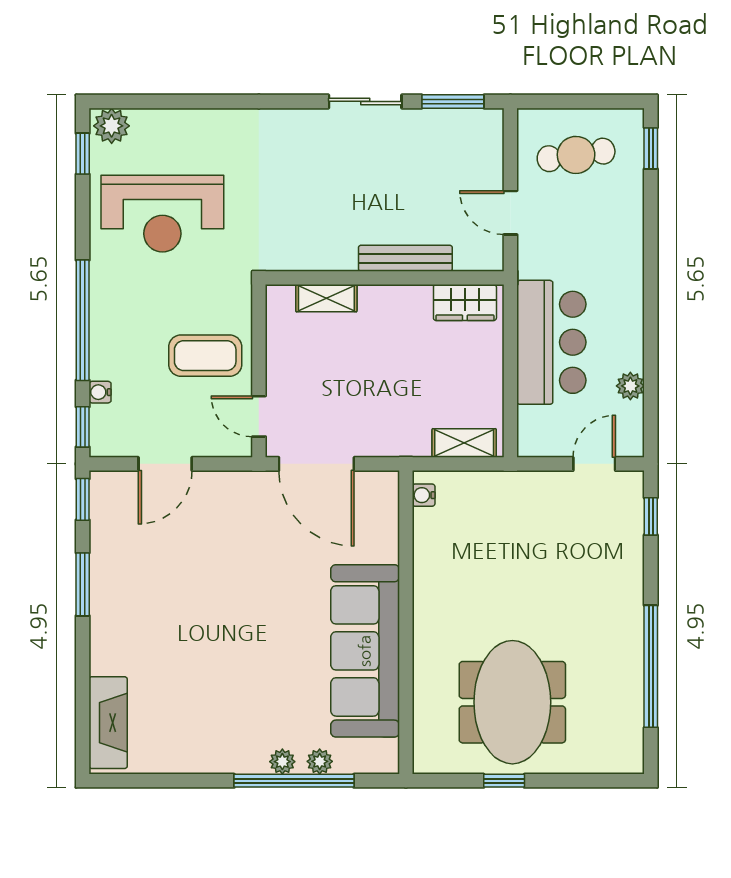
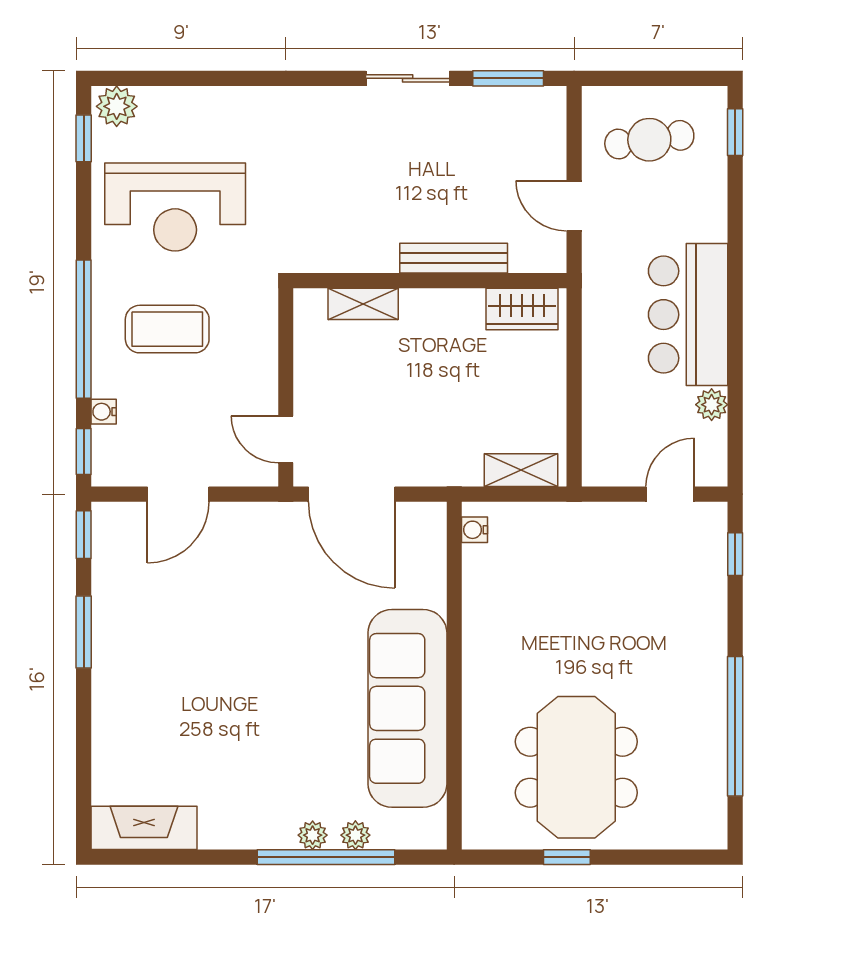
bar counter: (551, 342) -> (688, 315), moved, turned 180
coffee table: (205, 356) -> (167, 329), moved
fireplace: (108, 723) -> (144, 828), moved, turned -90

